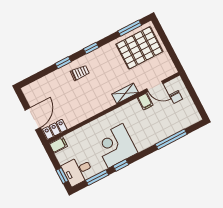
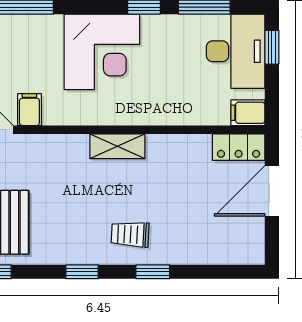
shelving: (125, 93) -> (117, 146), moved
corner desk: (115, 146) -> (102, 52), moved
desk: (78, 171) -> (236, 51), width x1.37

